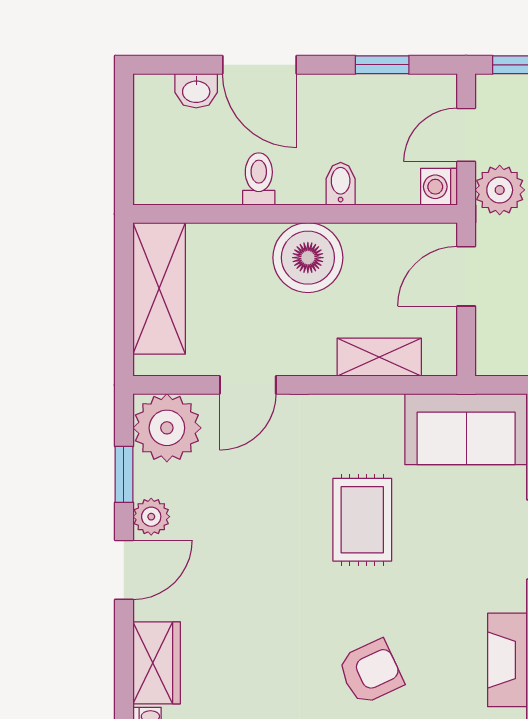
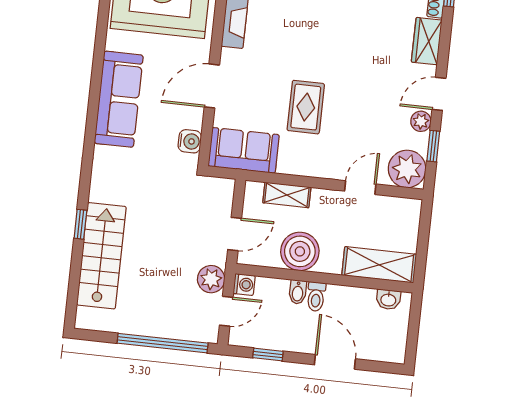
washbasin: (196, 91) -> (388, 300), moved, turned 180
toilet: (259, 179) -> (316, 297), moved
boiler: (308, 258) -> (300, 251), moved
shelving: (159, 288) -> (379, 265), moved, turned 90
armchair: (371, 672) -> (310, 23), removed

